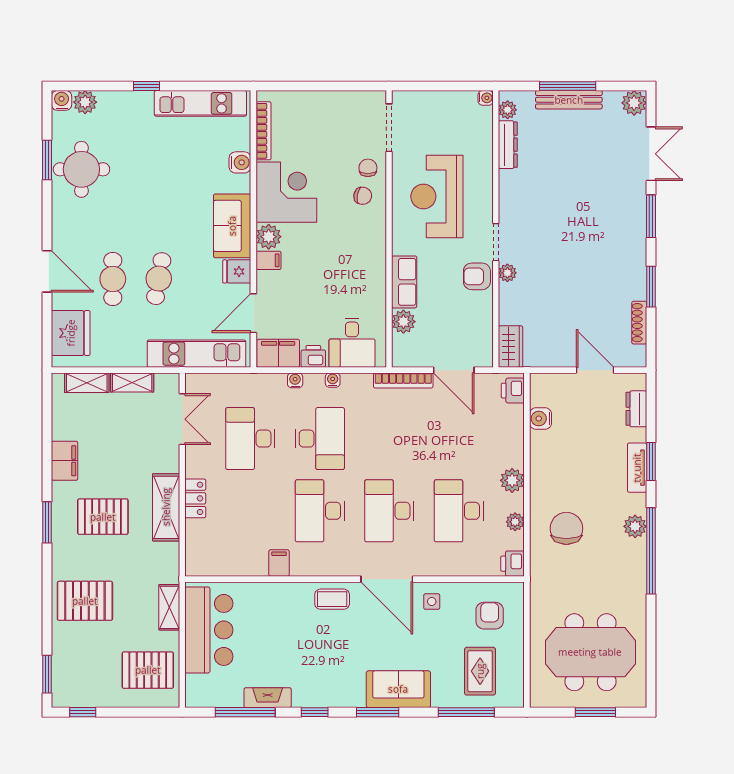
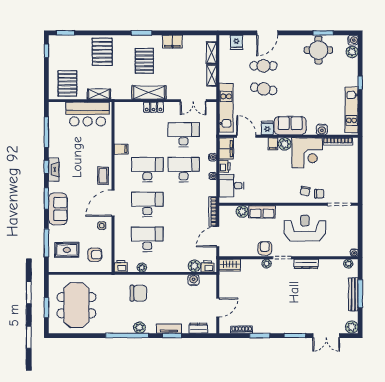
dresser: (508, 145) -> (306, 264), moved
fridge: (71, 333) -> (236, 42), width x0.53, depth x0.75
desk: (320, 439) -> (184, 170), turned 180
plant: (512, 480) -> (194, 266), moved
fireplace: (268, 698) -> (54, 169), moved

